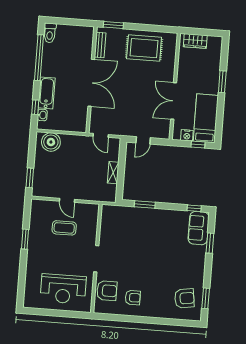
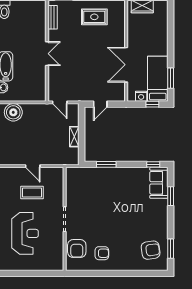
rug: (144, 48) -> (94, 17), width x0.73, depth x0.70
window: (222, 82) -> (171, 78), moved
double door: (91, 83) -> (47, 54), width x0.54
reception desk: (63, 289) -> (25, 233), moved, turned -90
armchair: (107, 291) -> (77, 249), turned 90

